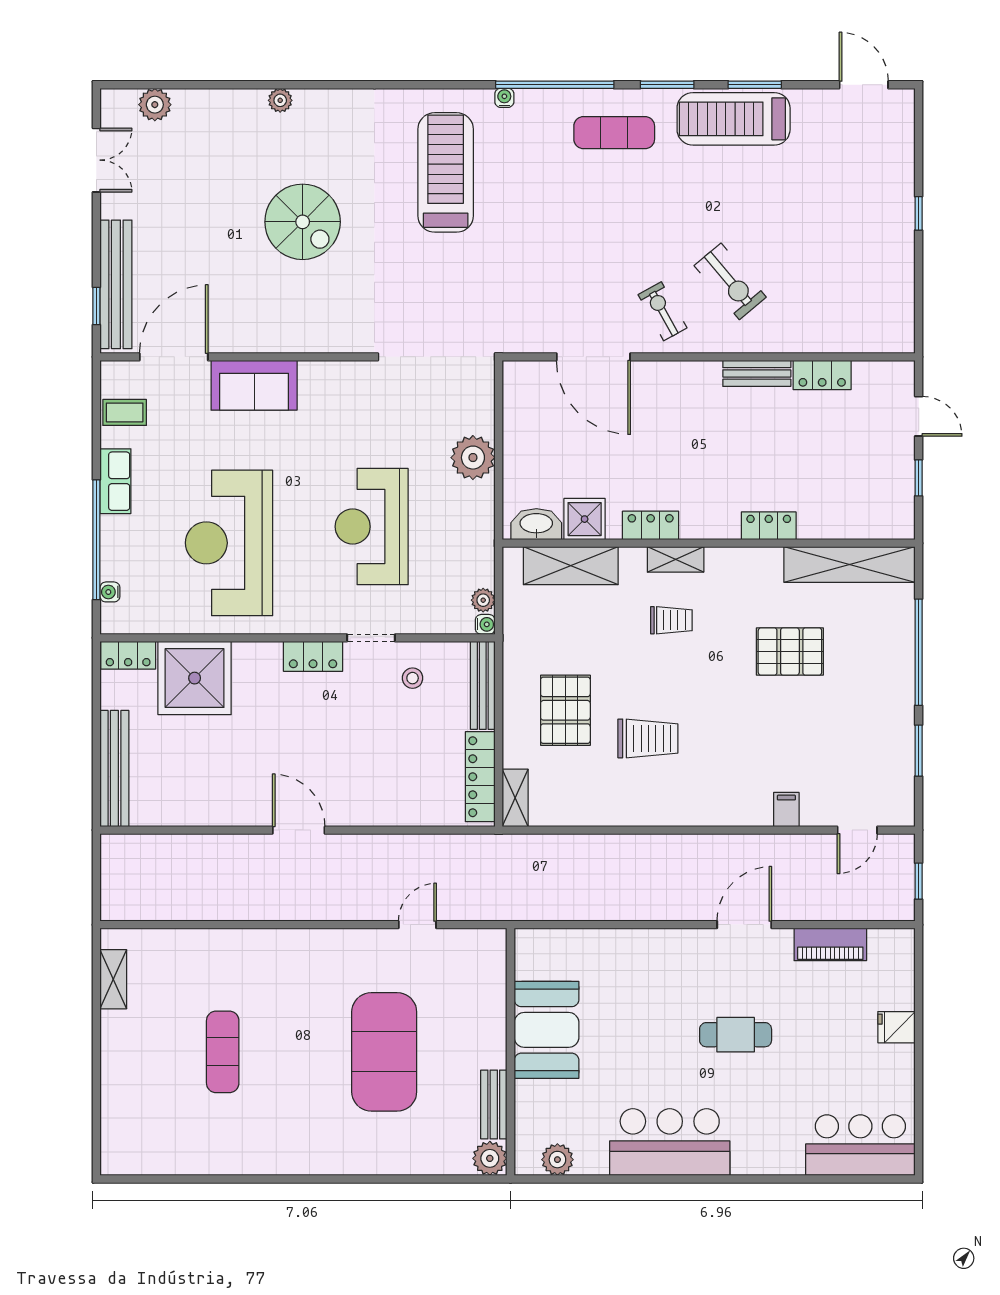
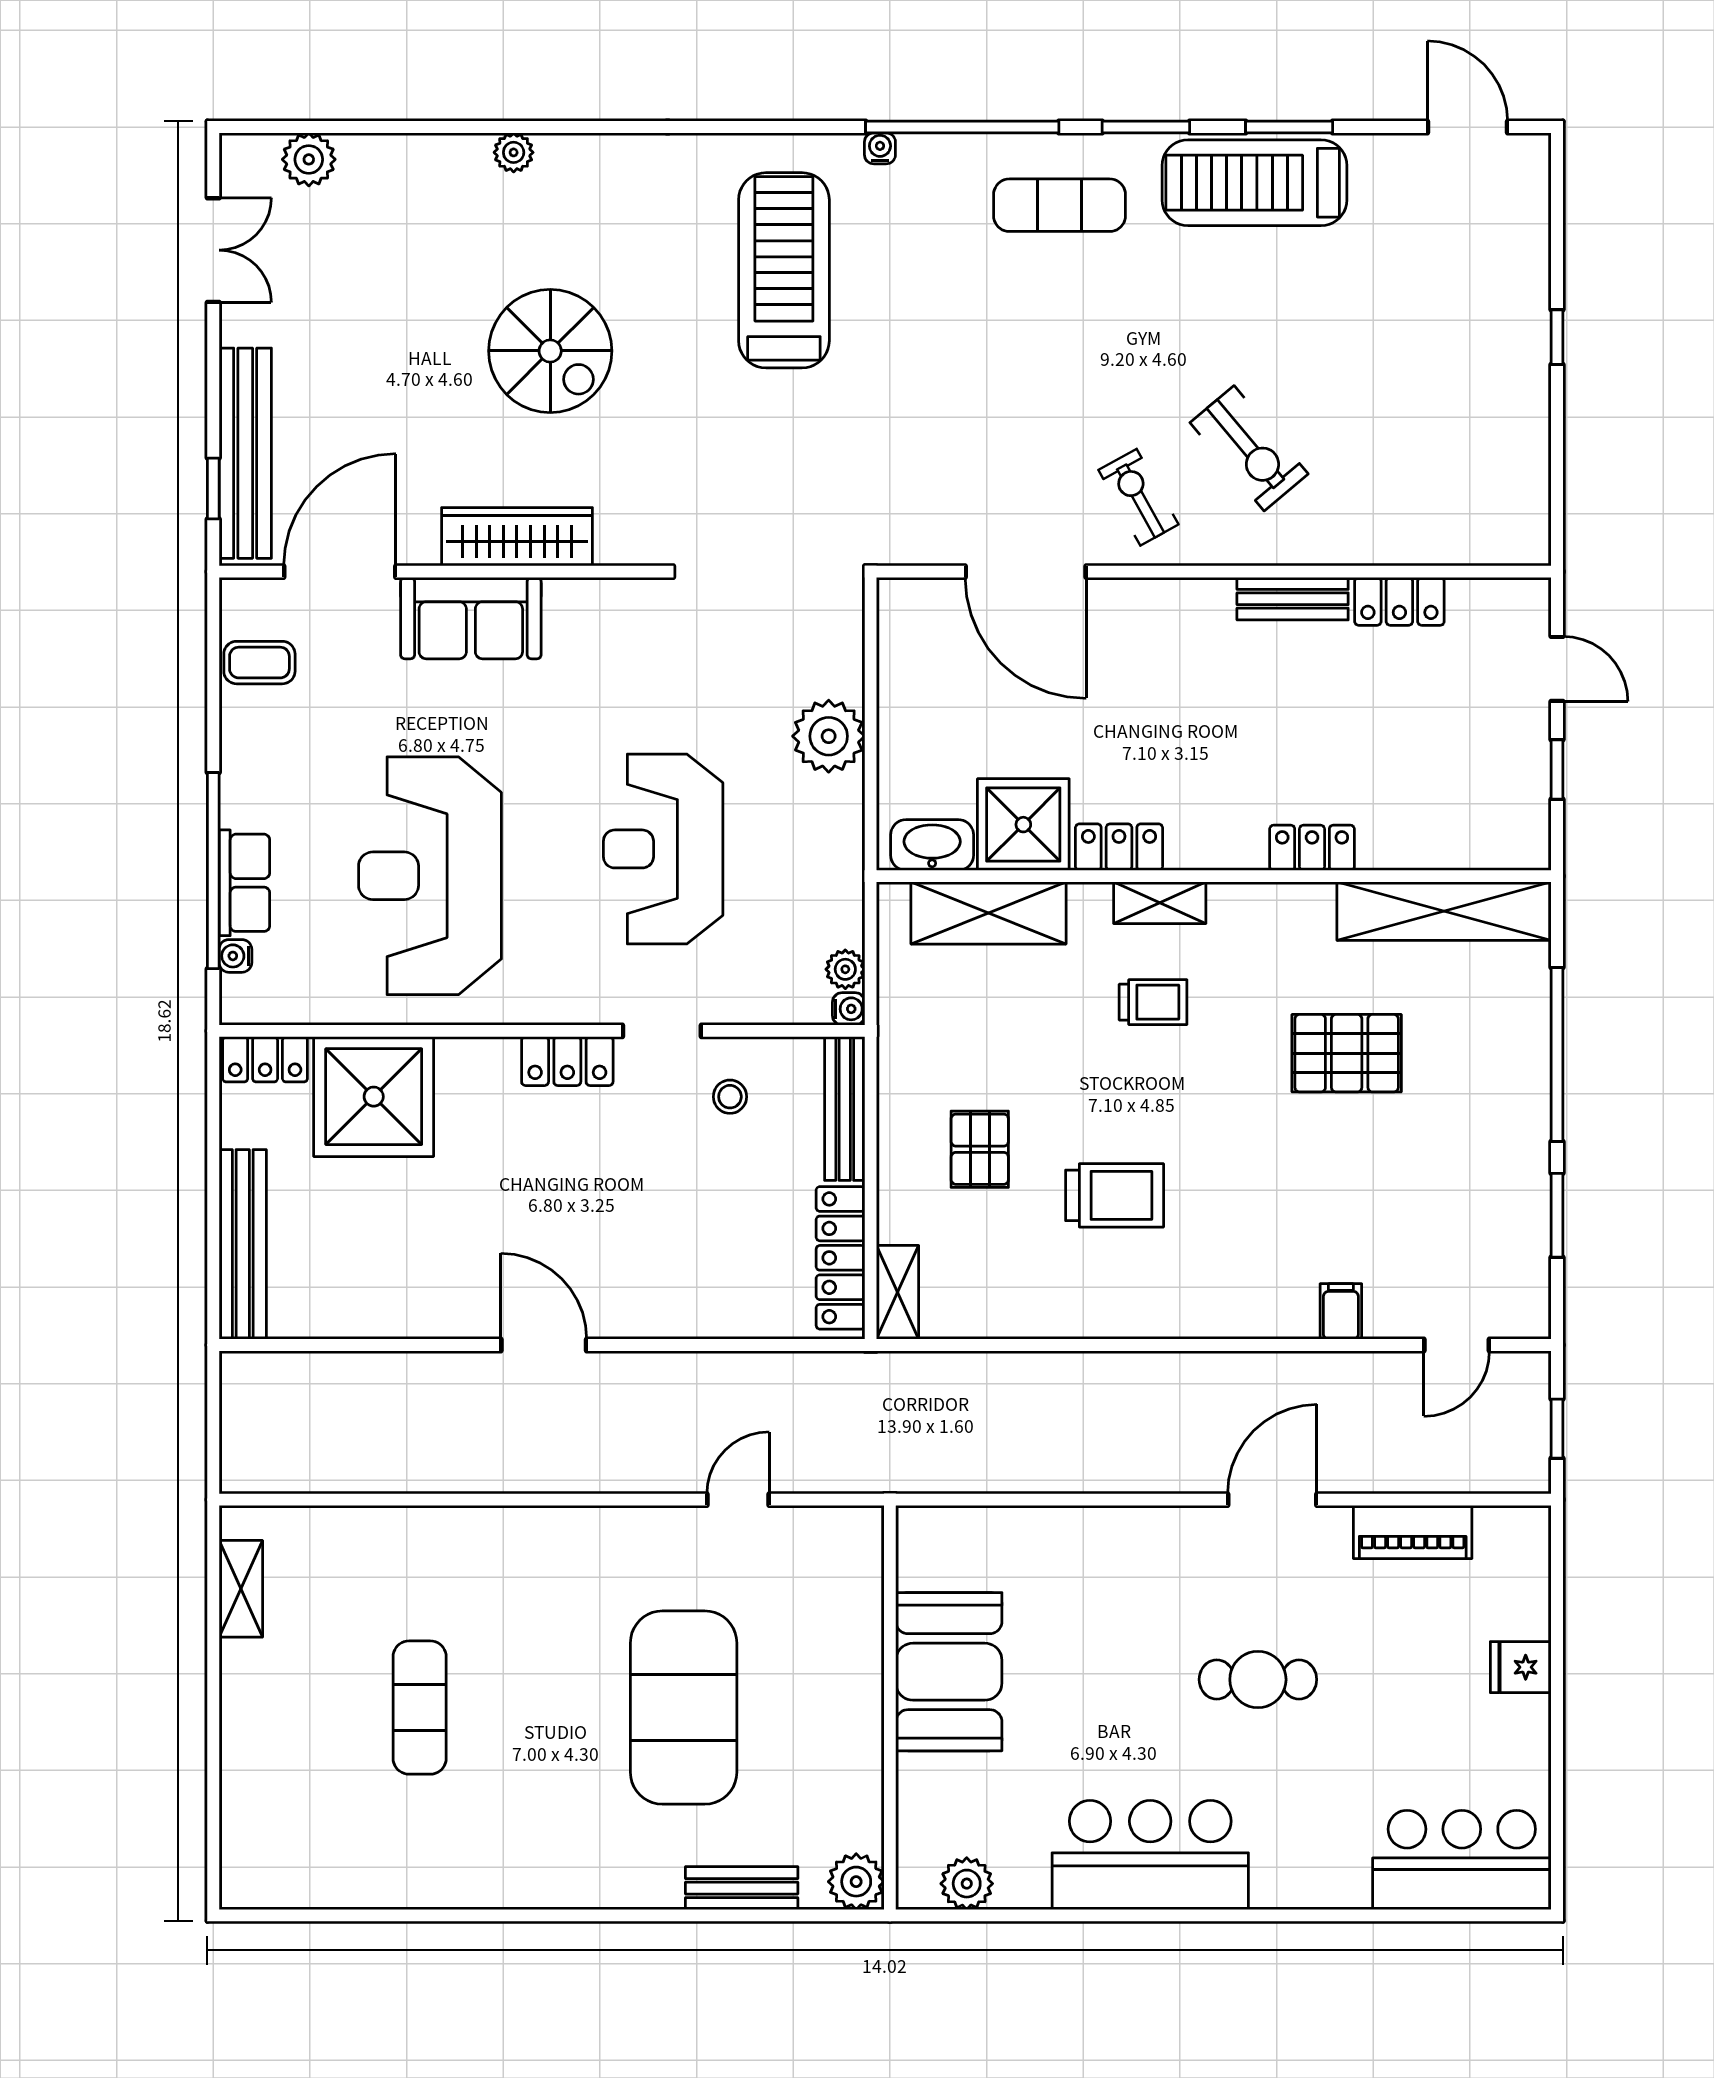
wardrobe: (282, 335) -> (517, 537), added
row of seats: (115, 481) -> (244, 883), moved
shower: (585, 519) -> (1023, 825), width x1.36, depth x1.36
pallet: (565, 710) -> (980, 1149), width x0.67, depth x0.71
bench: (494, 1104) -> (742, 1888), moved, turned 90

